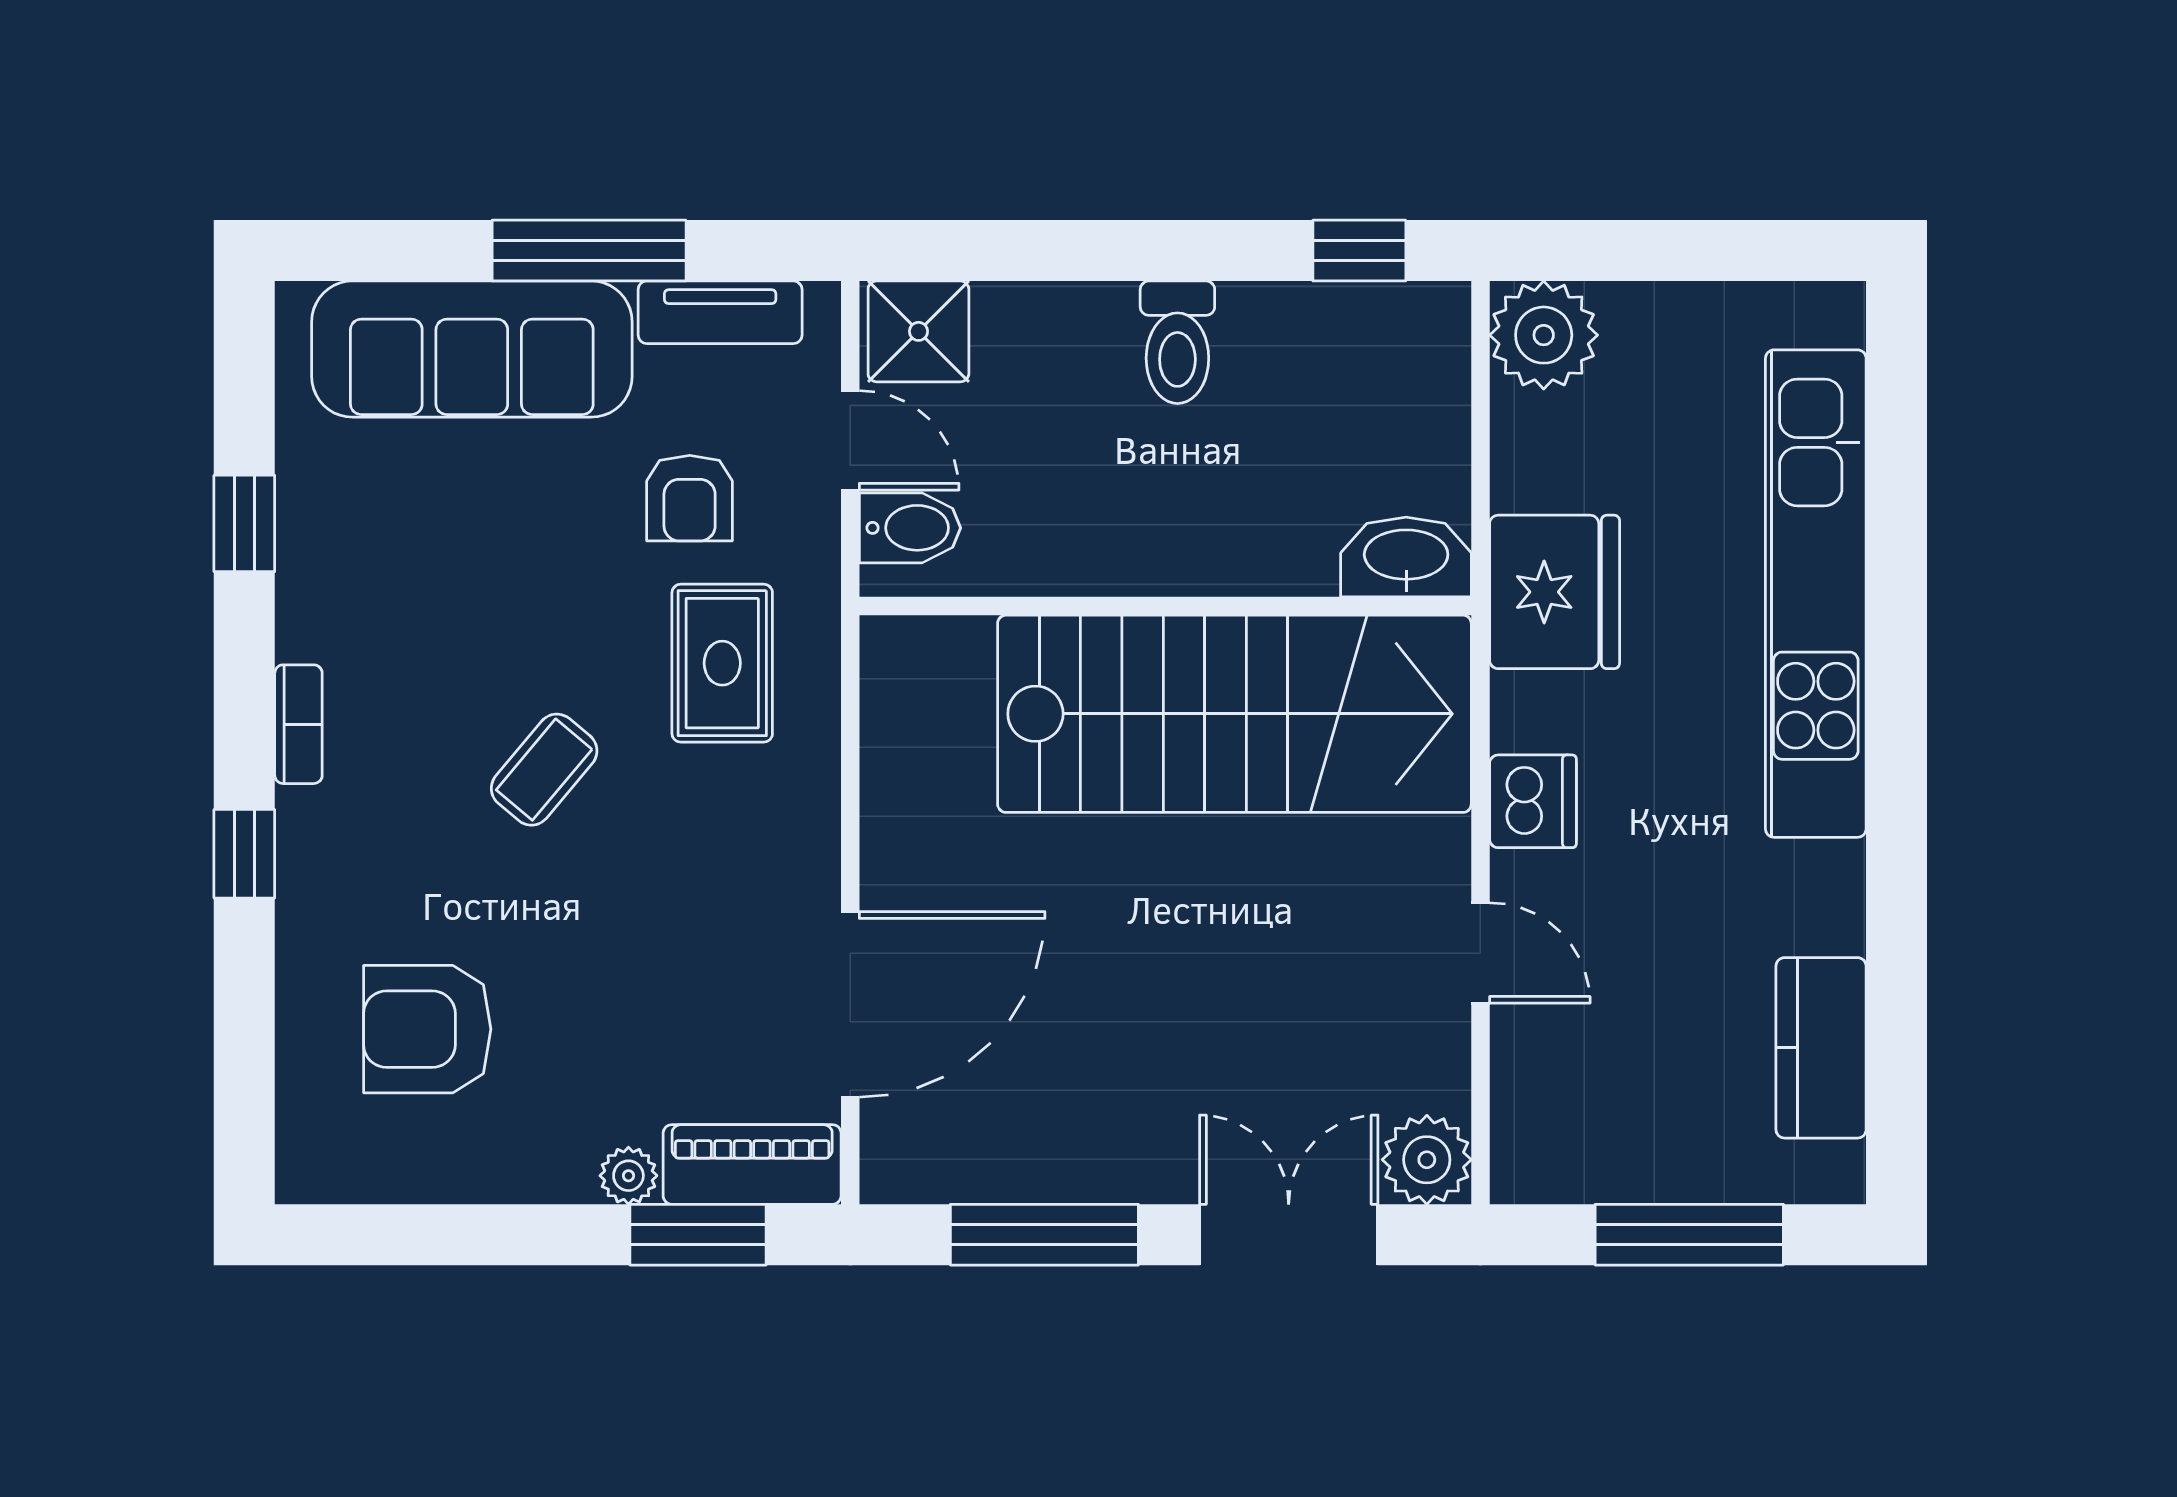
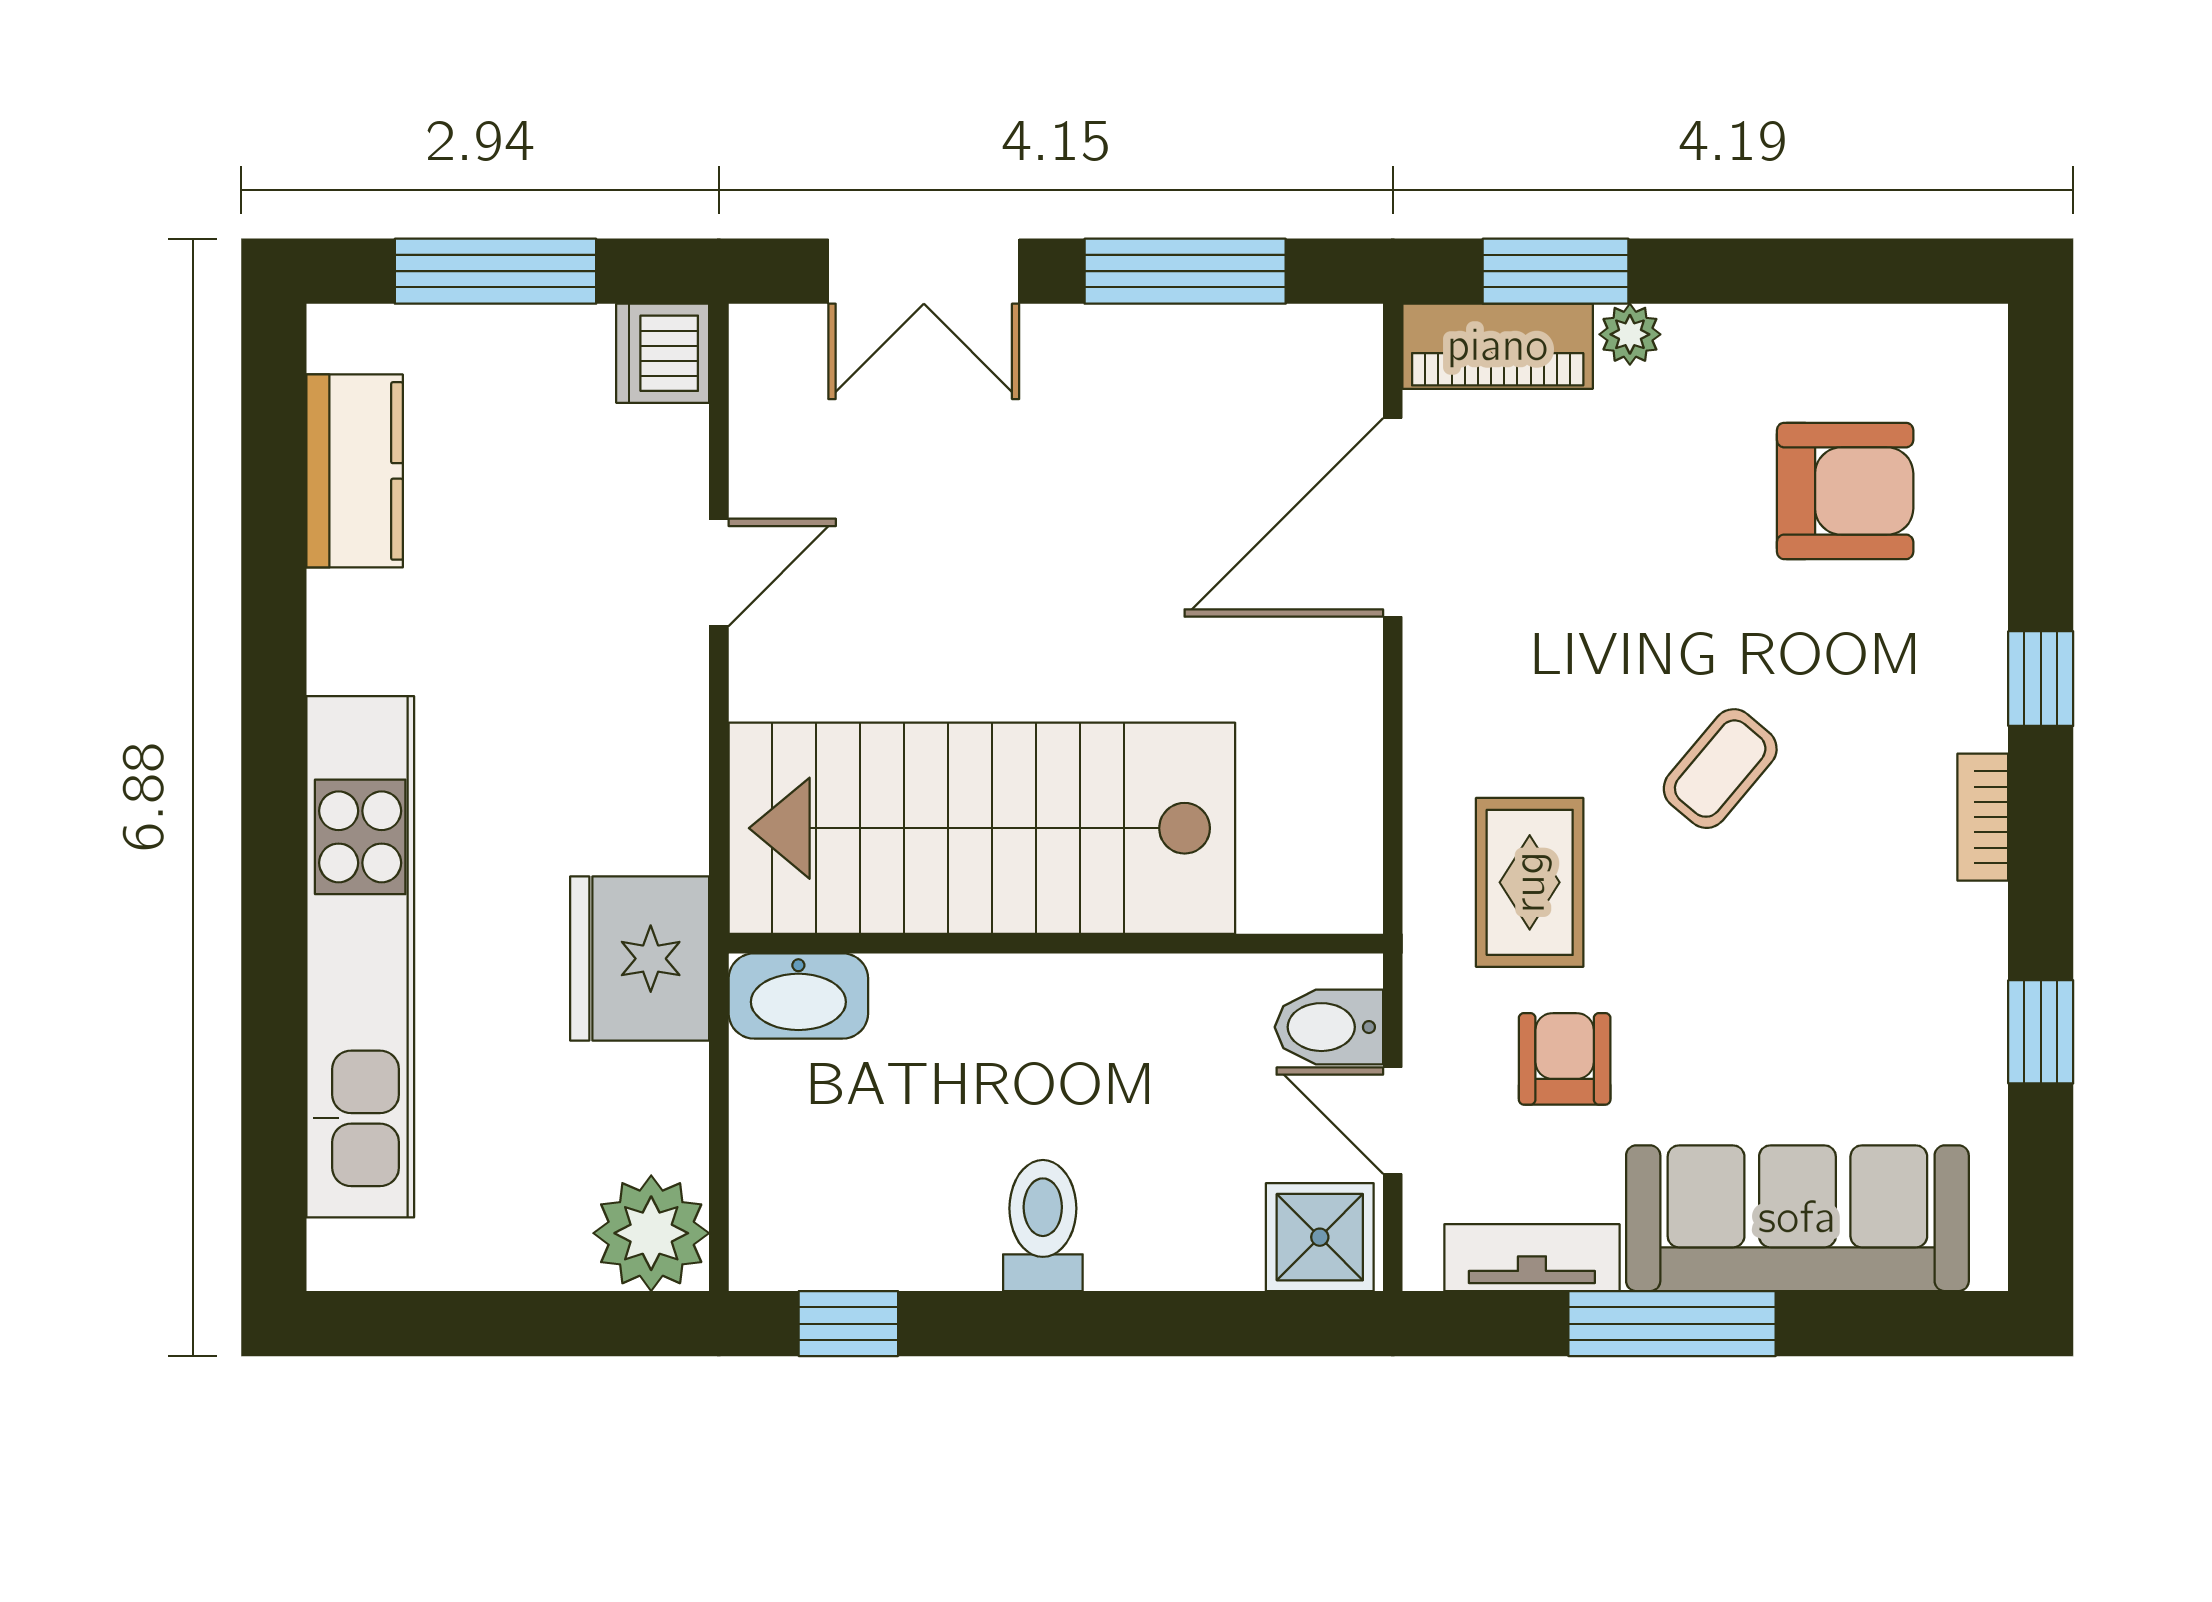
dishwasher: (1533, 801) -> (663, 353), moved
door: (1480, 953) -> (719, 572), swing flipped
plant: (1427, 1160) -> (776, 351), removed

